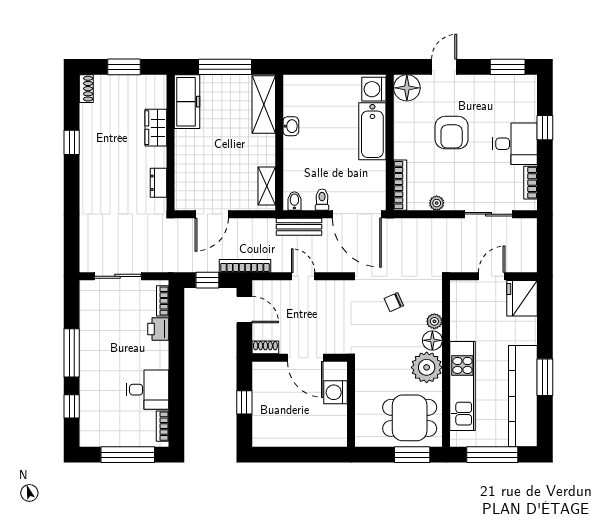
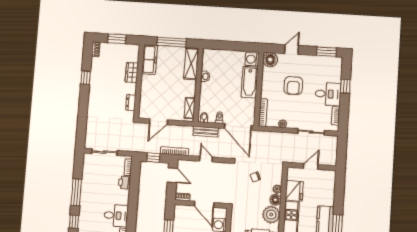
fridge: (522, 298) -> (294, 191), moved, turned 180

